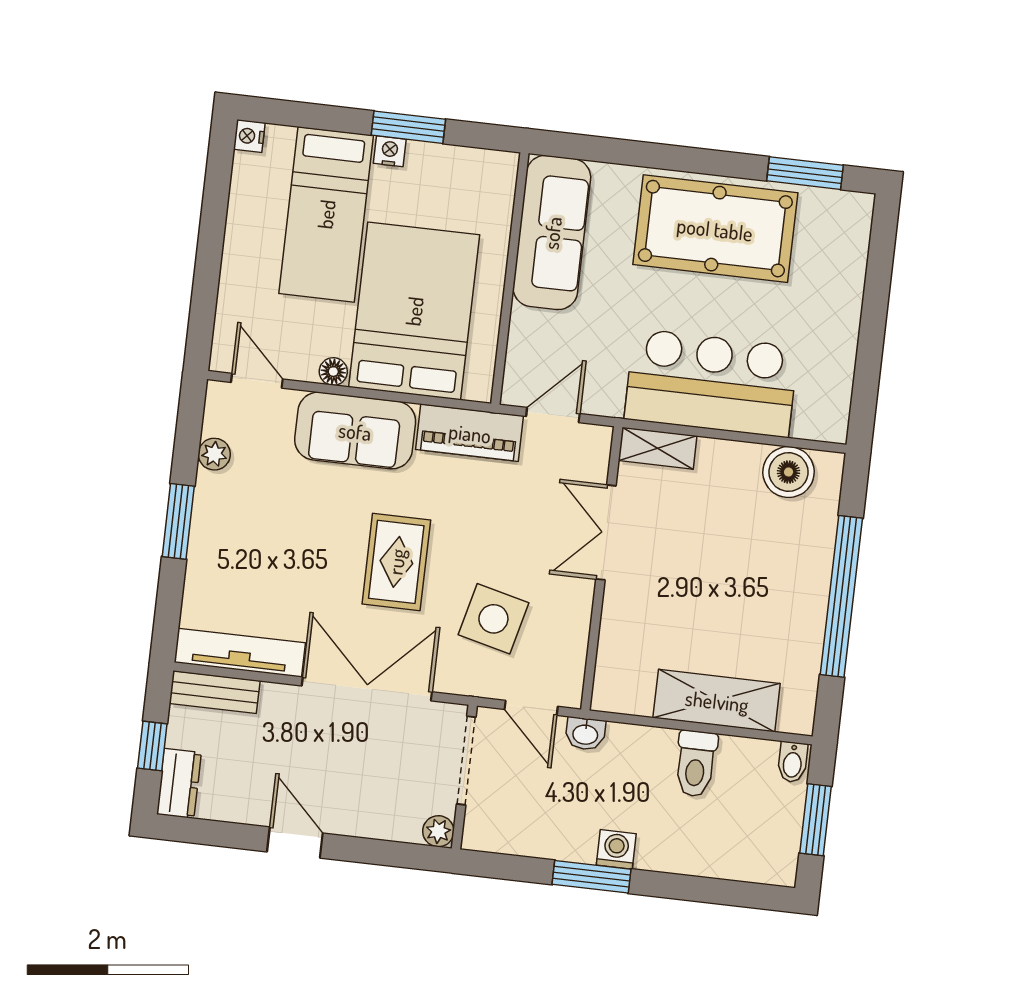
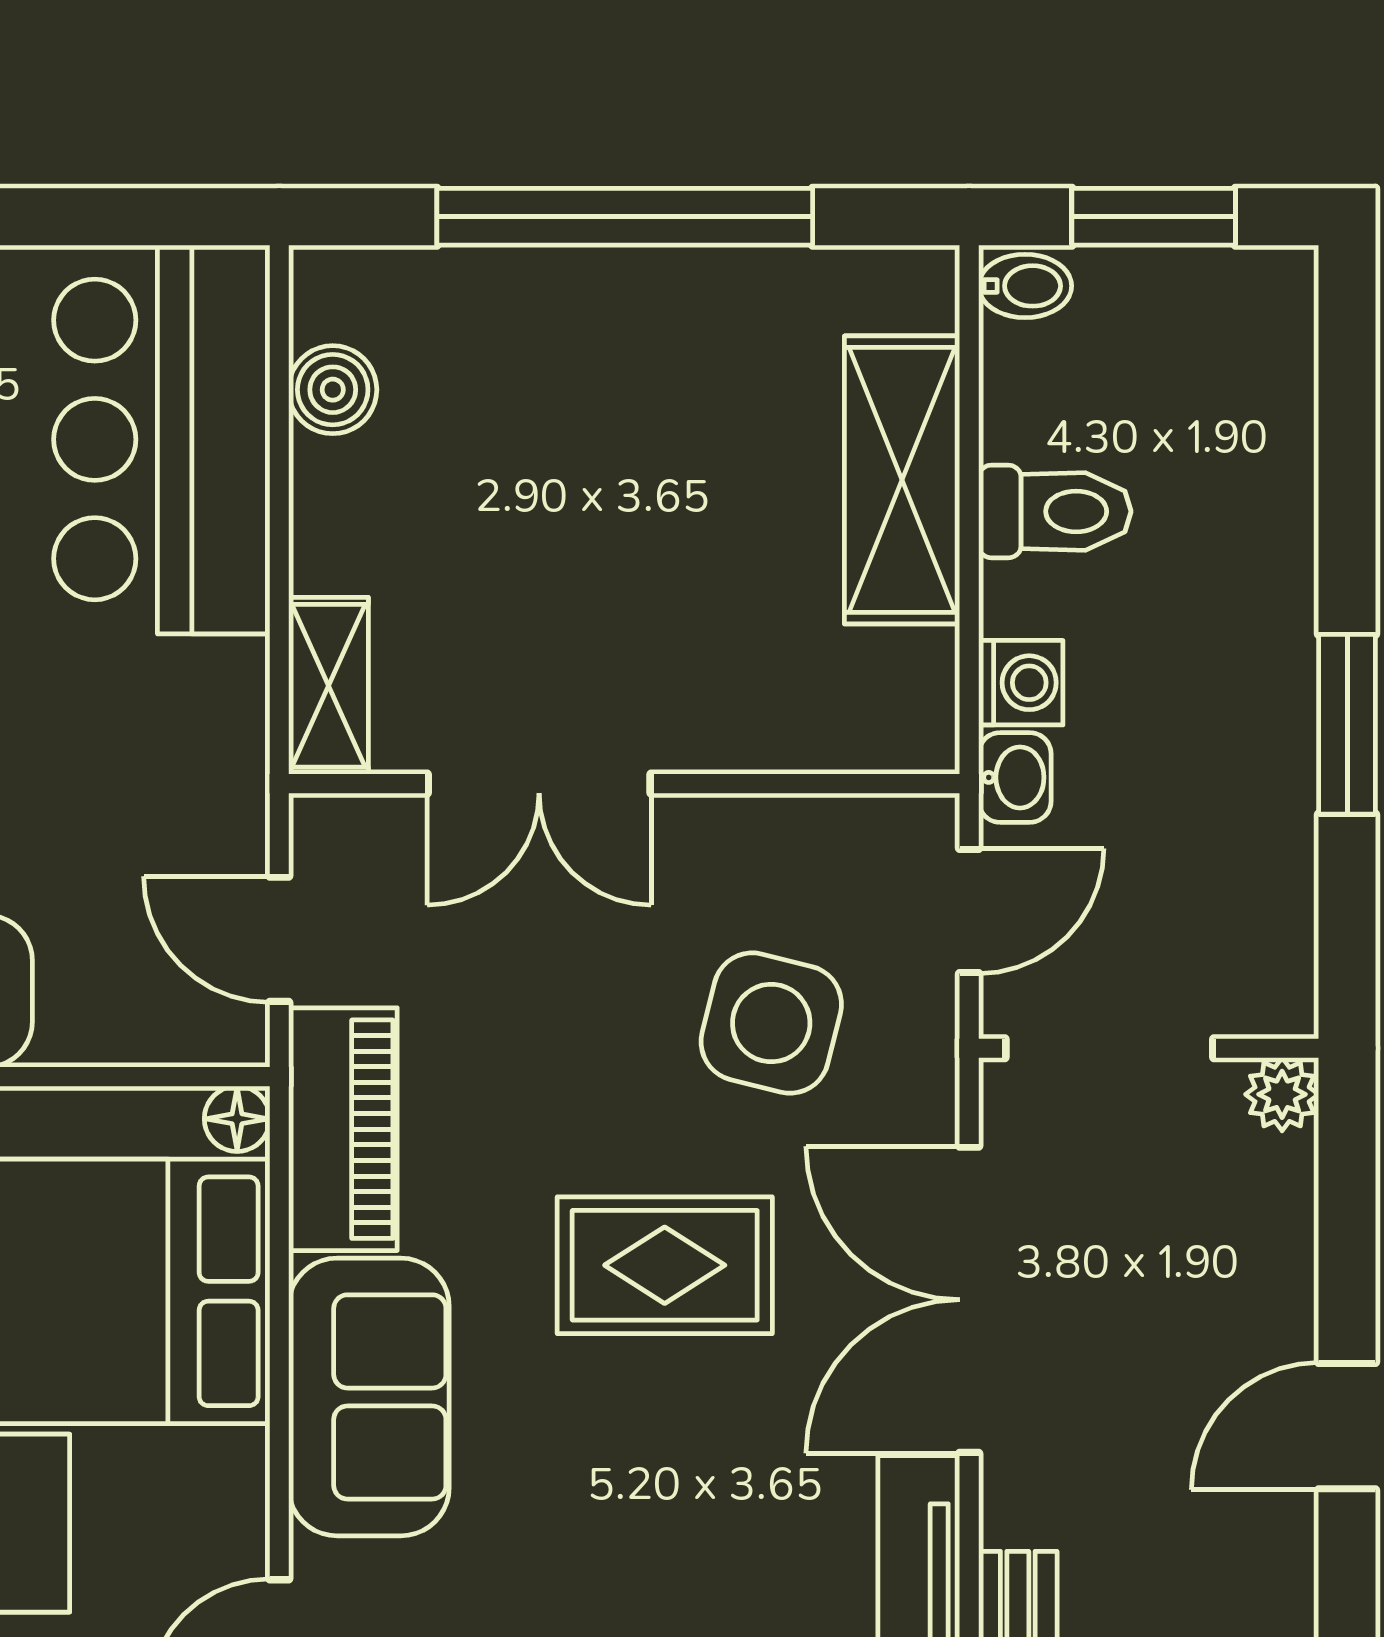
floor lamp: (333, 372) -> (237, 1119), moved
bar counter: (711, 383) -> (162, 439), moved
boiler: (789, 472) -> (333, 390), width x0.73, depth x0.73
washing machine: (616, 849) -> (1021, 683), moved, turned 180

